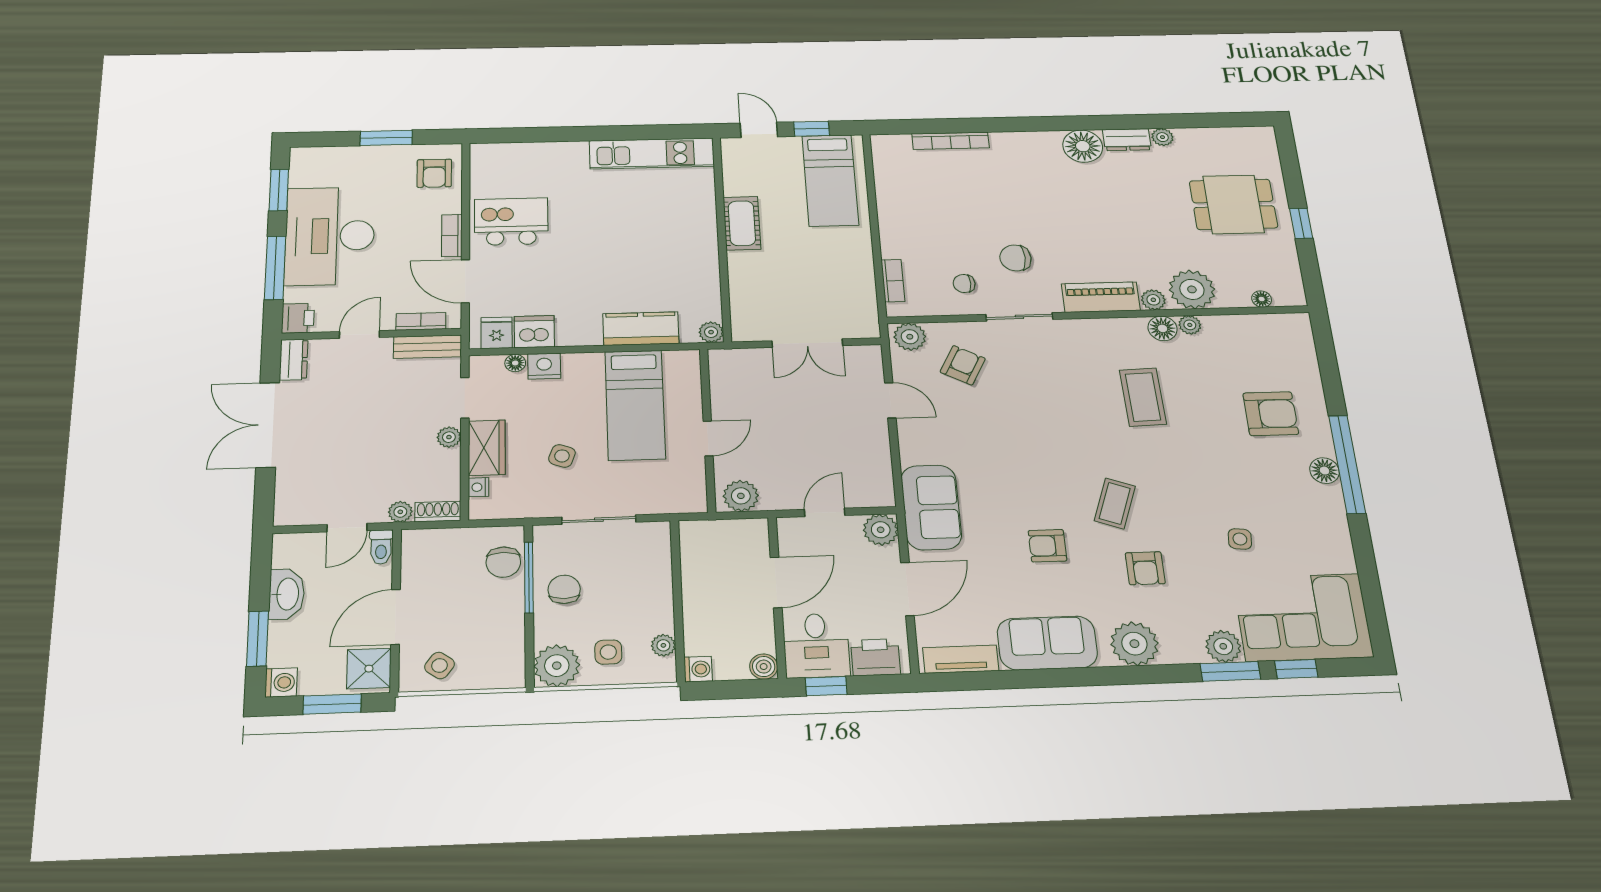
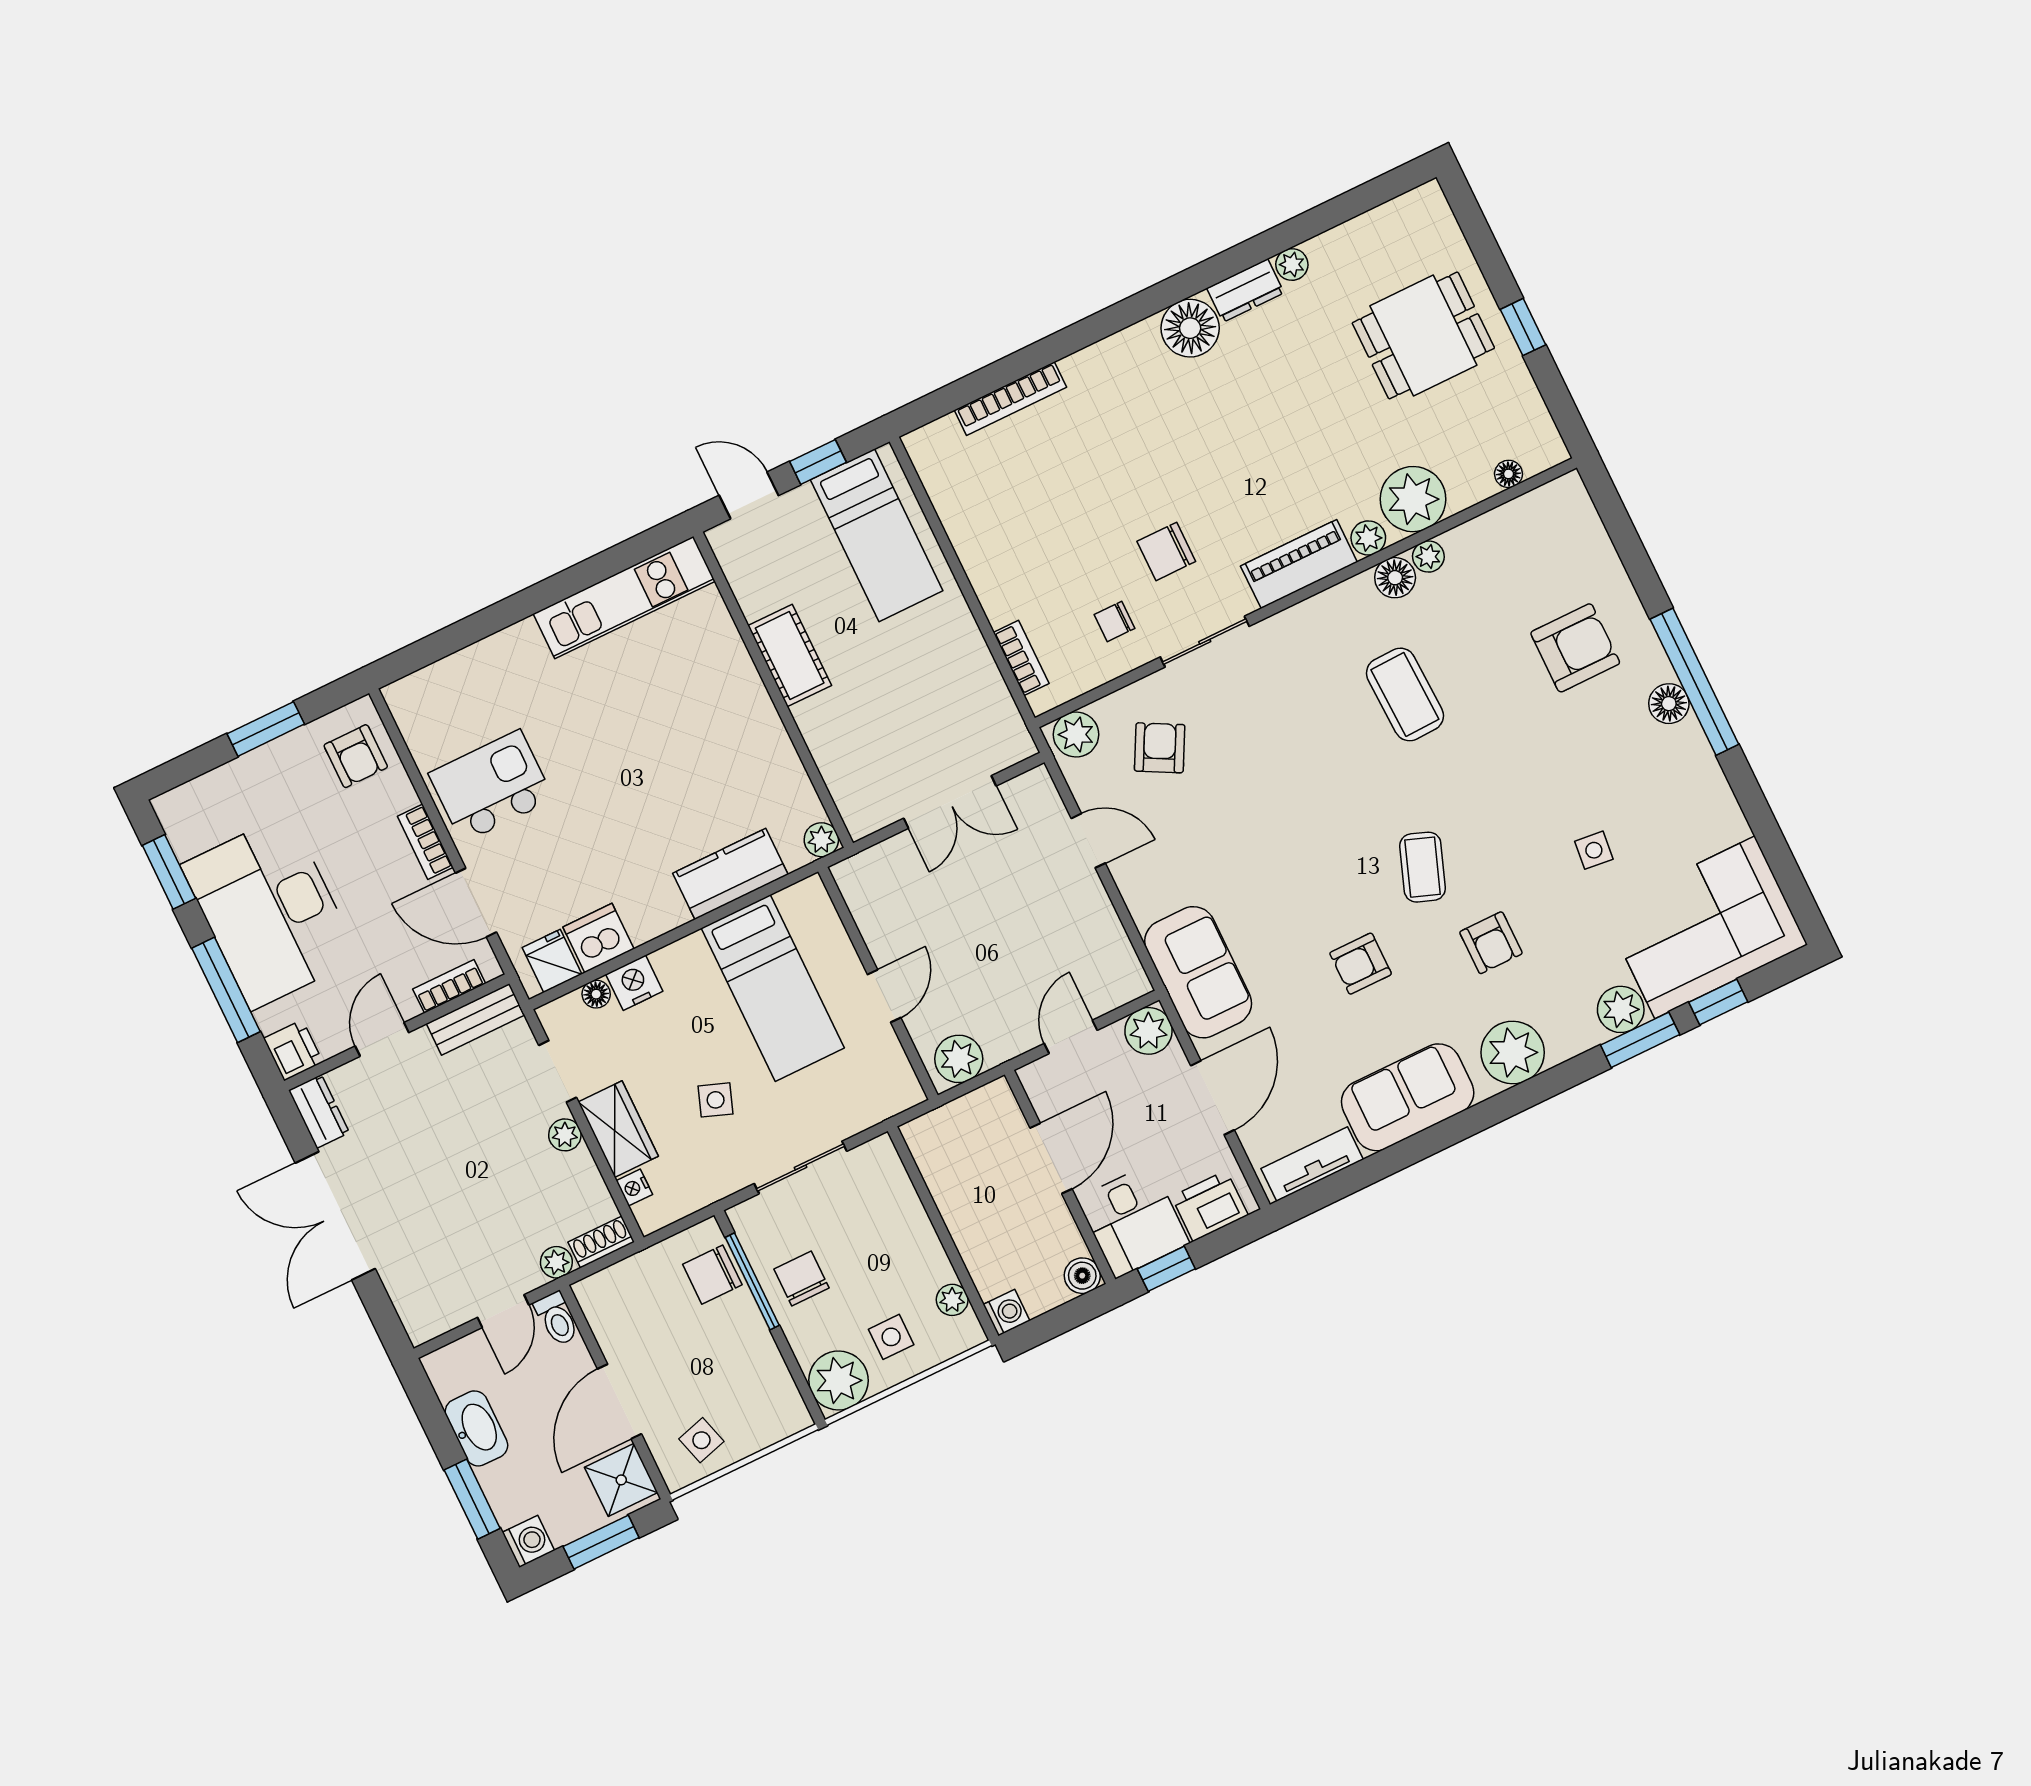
chair: (503, 562) -> (712, 1275), turned 90
side table: (439, 665) -> (701, 1440), turned 38

